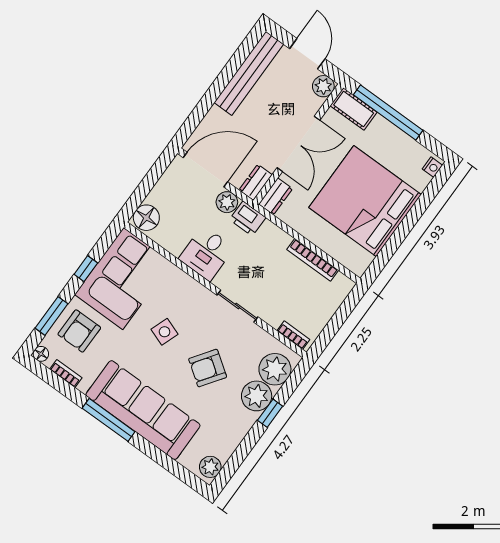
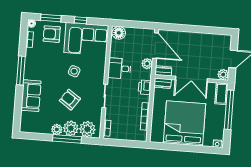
bench: (249, 73) -> (209, 39), removed
printer: (248, 219) -> (145, 87), moved
sofa: (143, 410) -> (31, 96), width x0.54, depth x0.79
window: (270, 413) -> (67, 139), width x2.17
plant: (210, 467) -> (57, 129), moved

